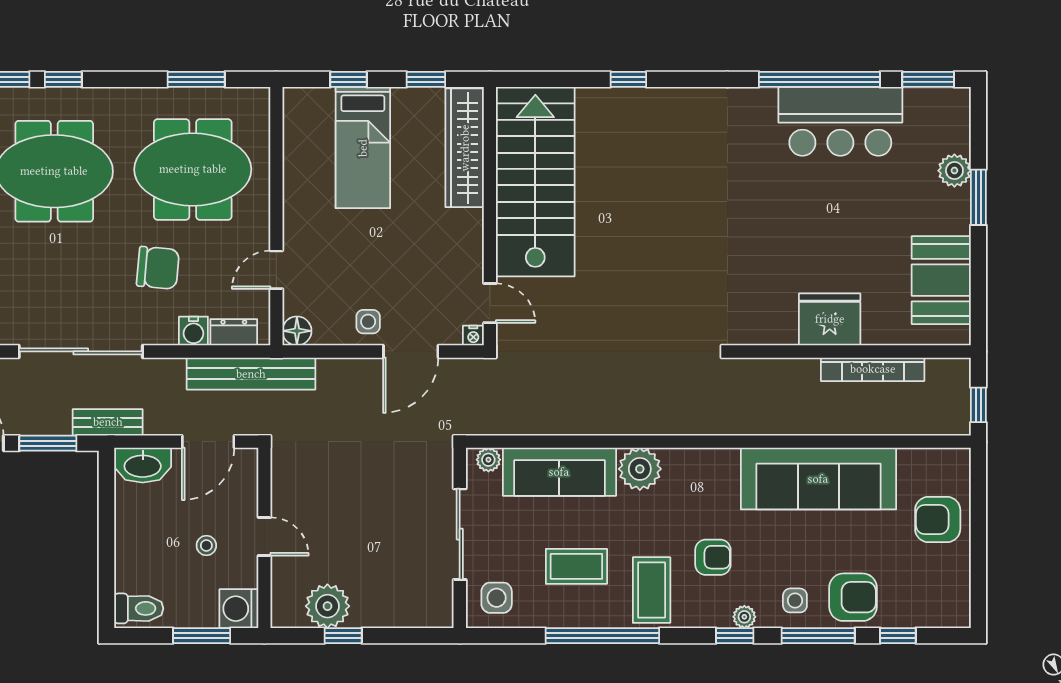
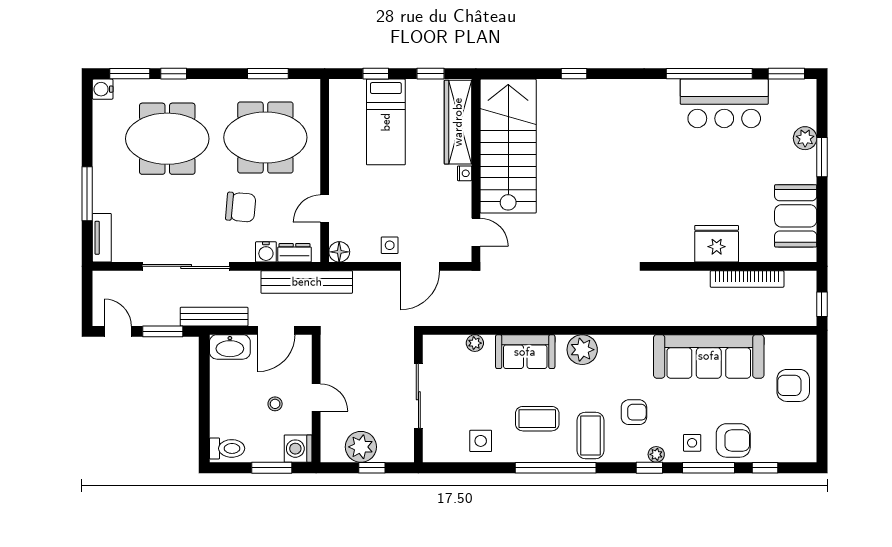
nightstand: (473, 336) -> (465, 173), moved, turned -90
bench: (108, 422) -> (214, 317), width x1.36
sofa: (559, 472) -> (525, 352), width x0.73
sliding door: (460, 534) -> (418, 396), moved
wall: (460, 538) -> (418, 398), moved

